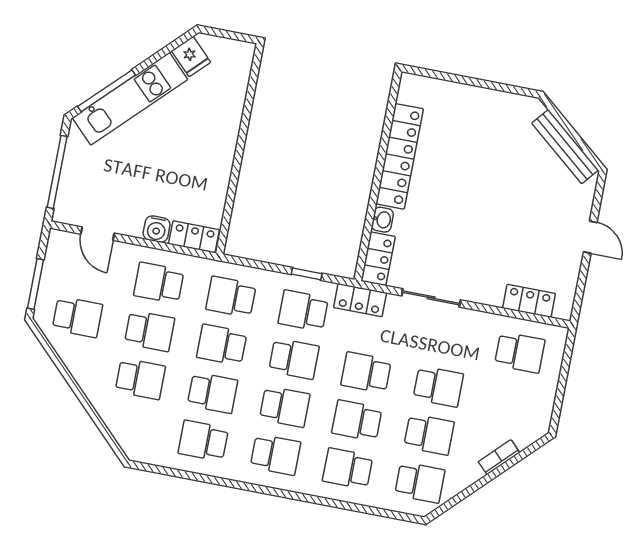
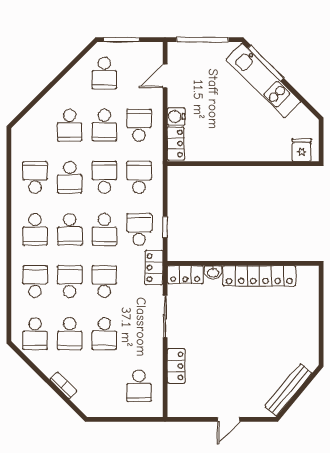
fridge: (191, 56) -> (302, 150), moved, turned 135
locker: (529, 301) -> (176, 366), moved

